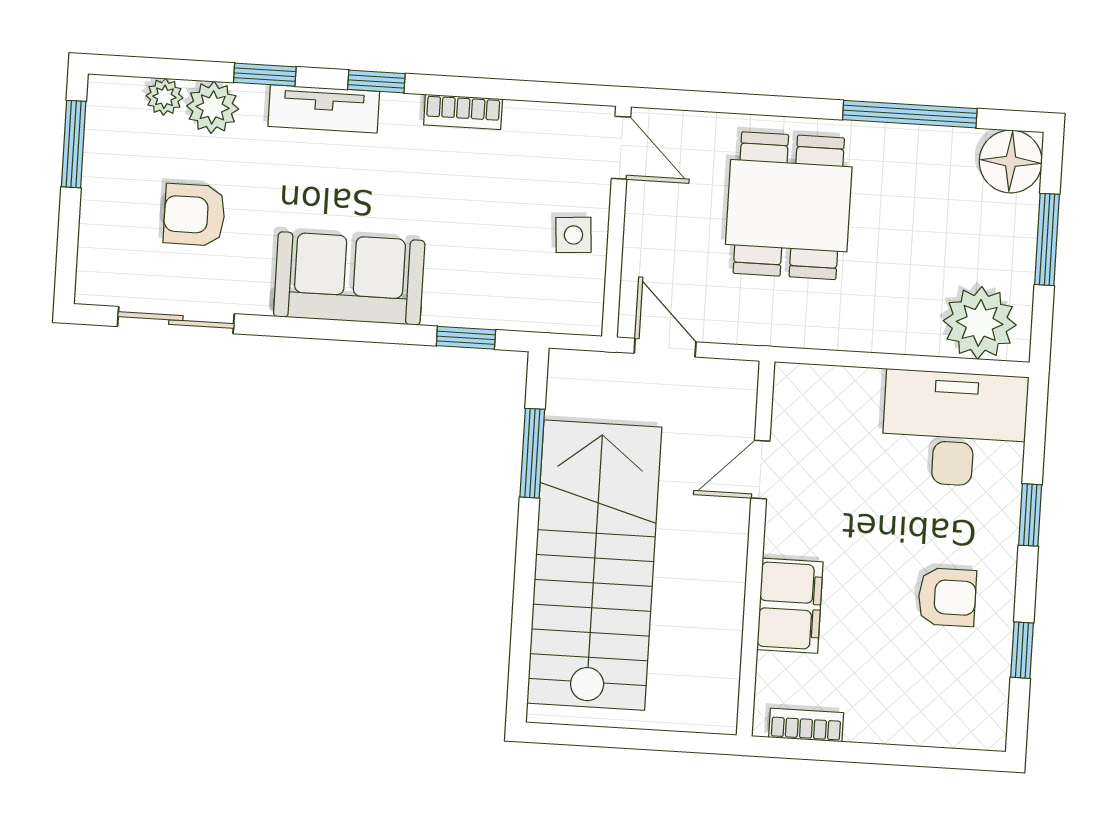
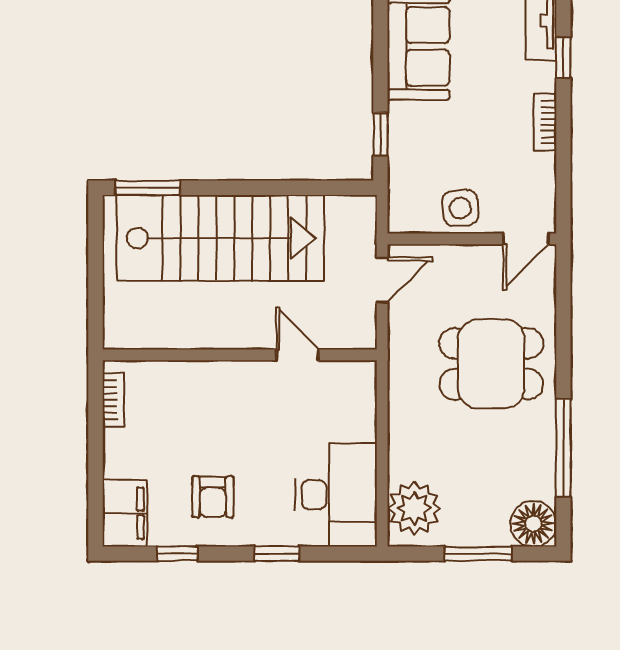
side table: (573, 235) -> (460, 208), width x1.37, depth x1.37
window: (532, 453) -> (148, 188), moved
filing cabinet: (790, 606) -> (125, 513), moved, turned -90

